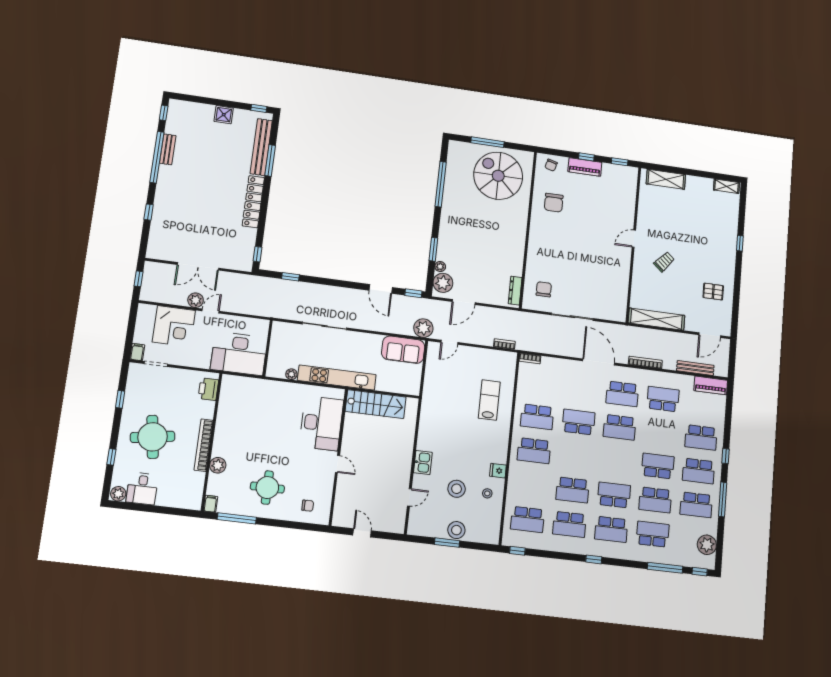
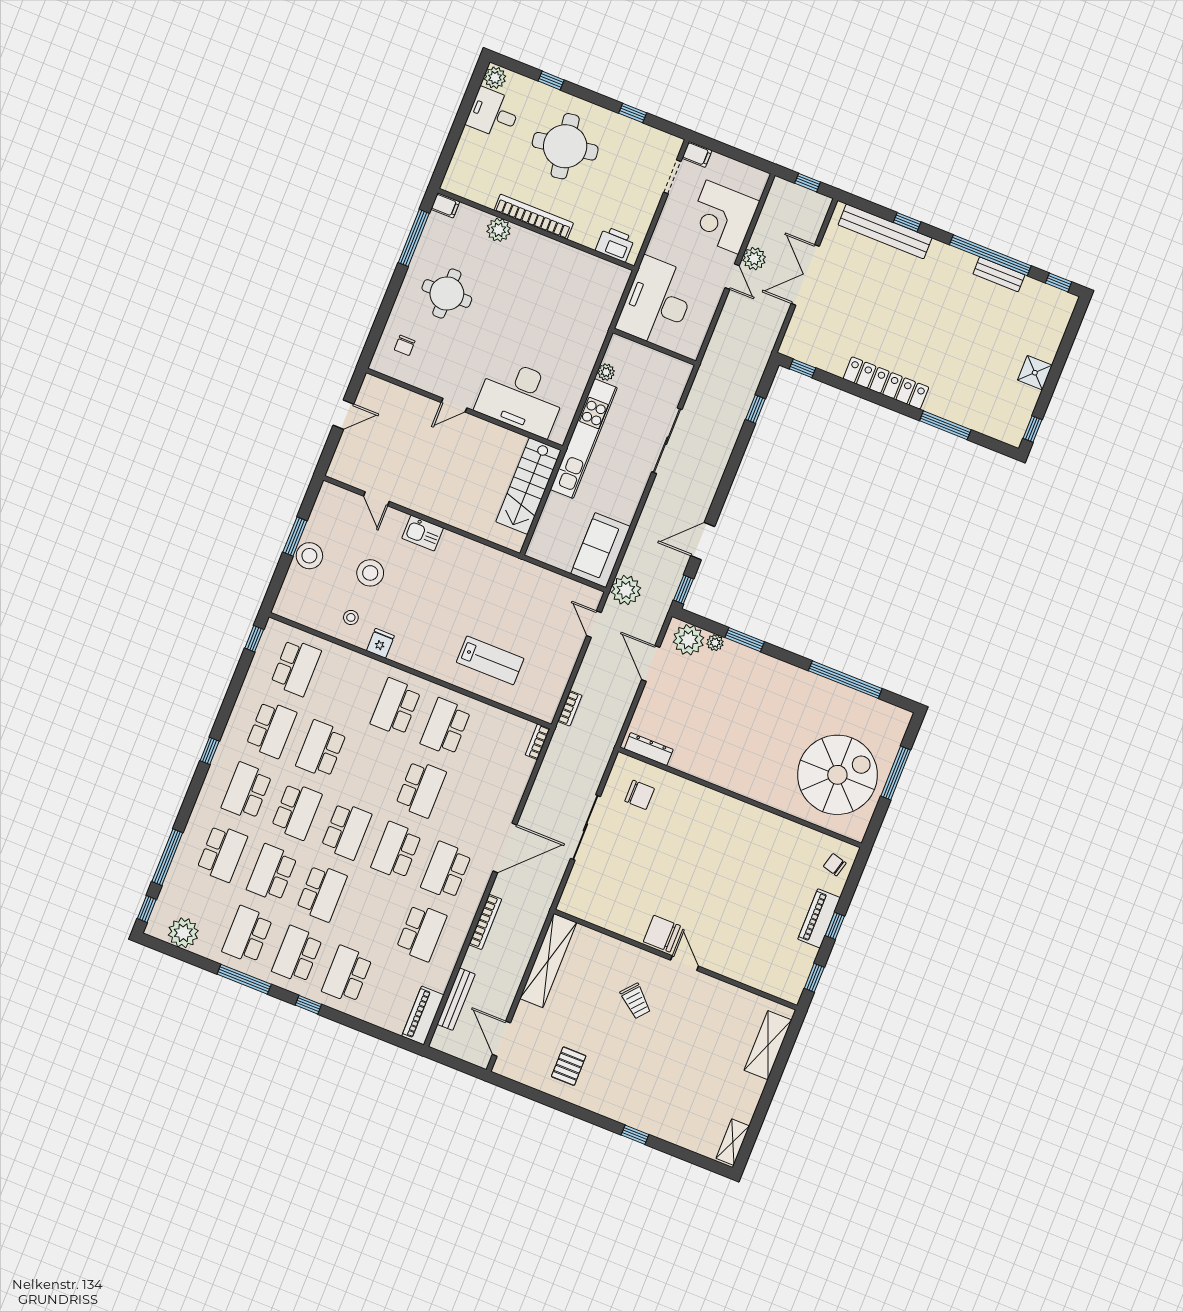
bench: (261, 147) -> (885, 231), moved
chair: (554, 203) -> (662, 934), moved
school desk: (617, 461) -> (346, 831), added
school desk: (527, 519) -> (296, 667), turned 180
school desk: (569, 524) -> (271, 729), turned 180

